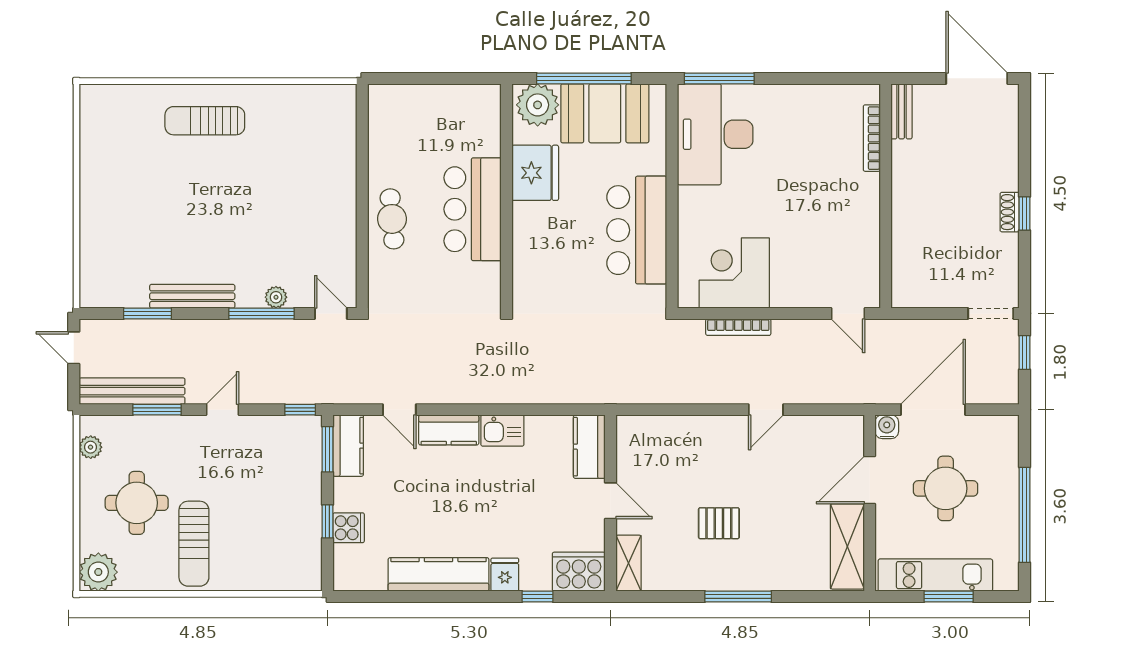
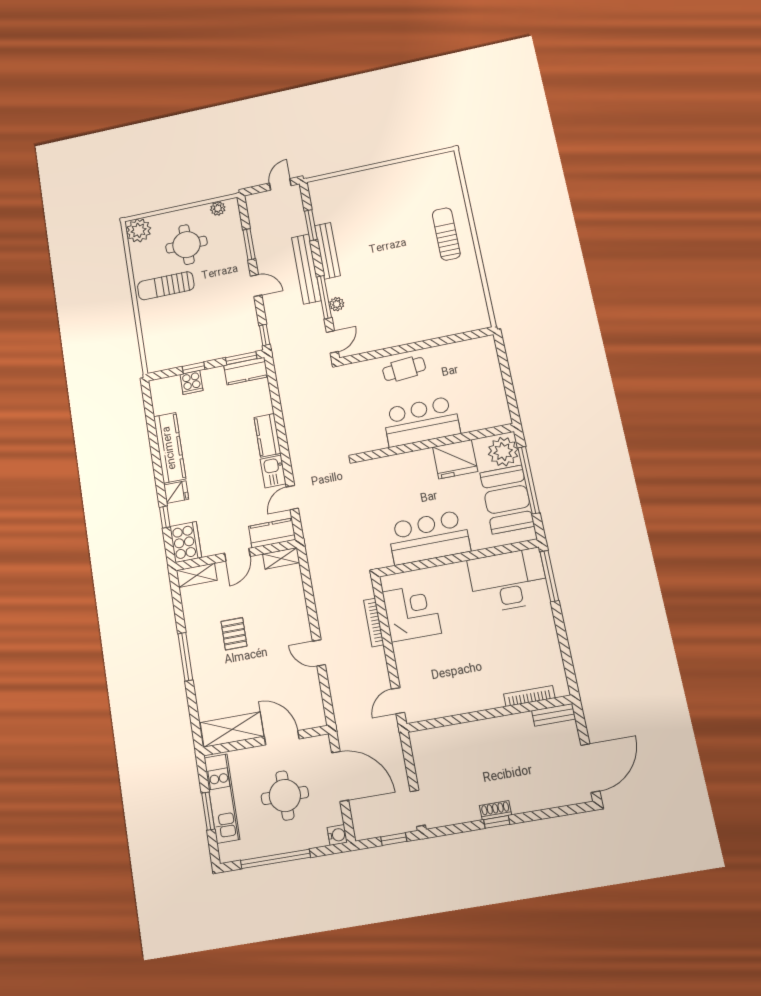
bench: (132, 391) -> (306, 269), moved
door: (399, 410) -> (292, 498), moved
water cooler: (887, 427) -> (337, 835), moved
shelving: (627, 440) -> (281, 558), added

